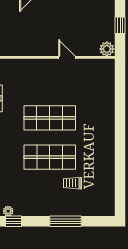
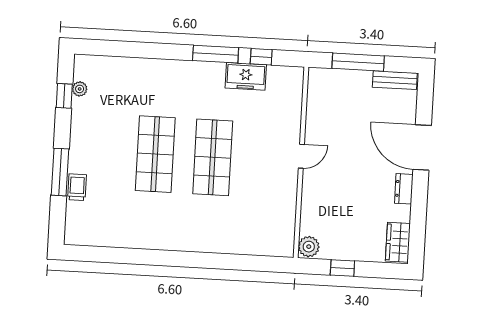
door: (67, 57) -> (301, 156), moved
trolley: (73, 183) -> (77, 187), moved

